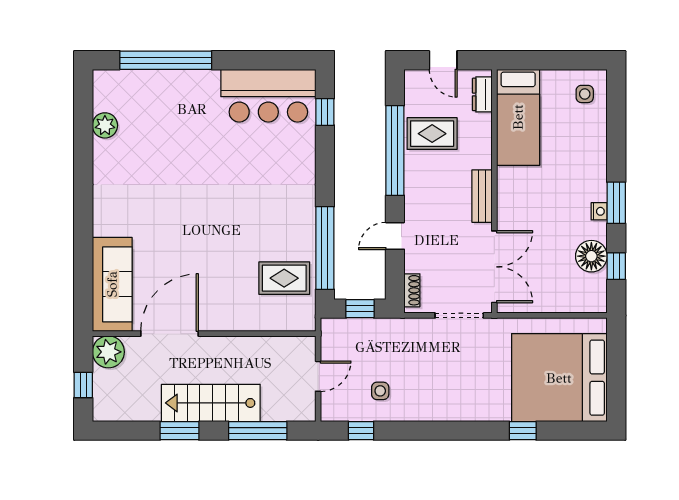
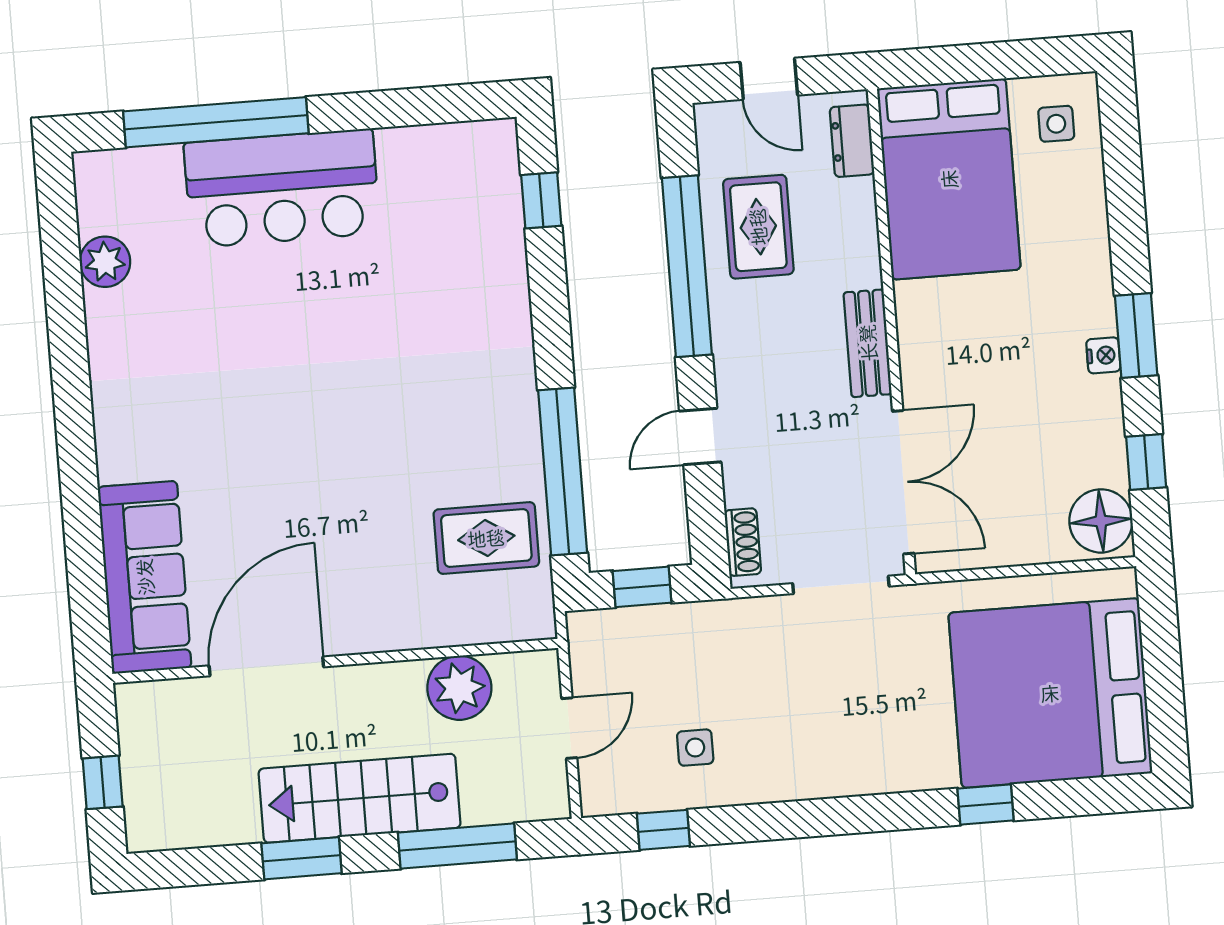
bar counter: (268, 96) -> (282, 188), moved
bed: (518, 117) -> (949, 179), width x1.50
rug: (432, 134) -> (758, 227), turned 90
floor lamp: (591, 256) -> (1101, 521), moved
plant: (108, 352) -> (459, 688), moved

